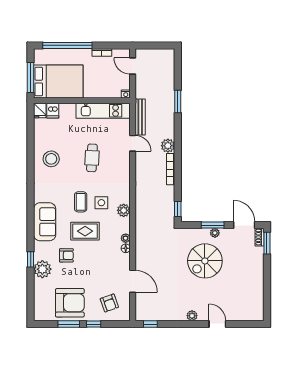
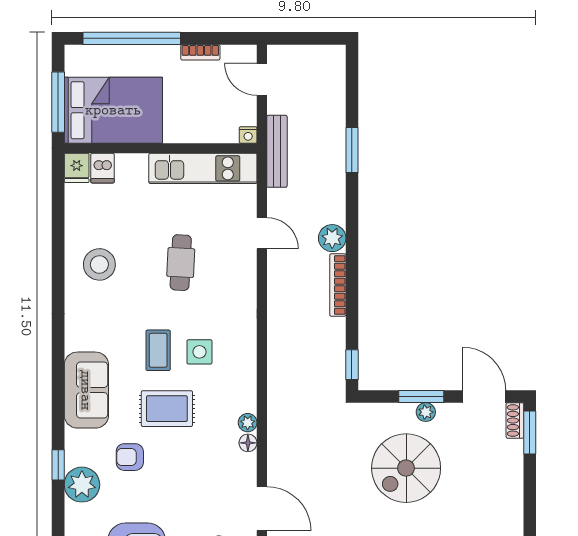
bench: (140, 117) -> (277, 151), moved
plant: (124, 210) -> (244, 367), removed
armchair: (66, 255) -> (130, 457), turned 180

